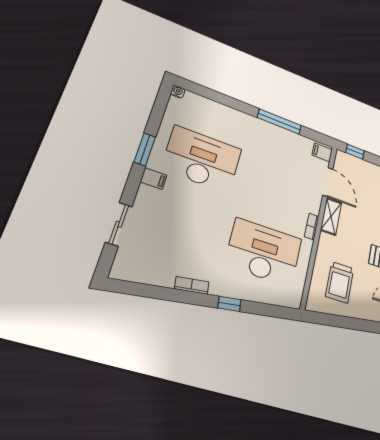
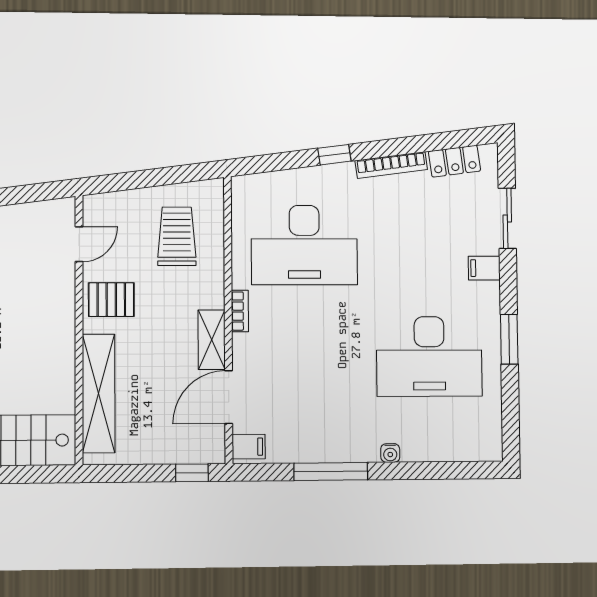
water cooler: (178, 92) -> (390, 453), moved
filing cabinet: (154, 179) -> (484, 268), moved
door: (328, 182) -> (229, 397), hinge flipped
locker: (145, 275) -> (454, 161), added
bookcase: (192, 285) -> (391, 165), width x1.56

